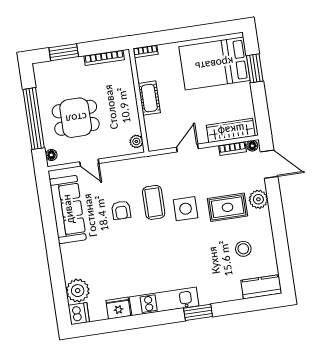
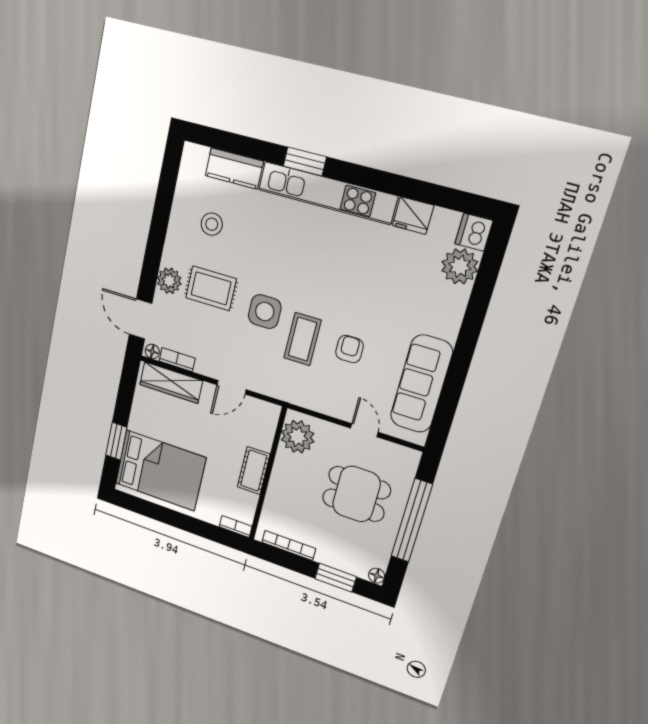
plant: (136, 141) -> (298, 437), width x1.88, depth x1.88
floor lamp: (51, 155) -> (377, 576), moved
kitchen counter: (261, 287) -> (234, 168), moved
kitchen unit: (164, 301) -> (327, 193), width x1.36

